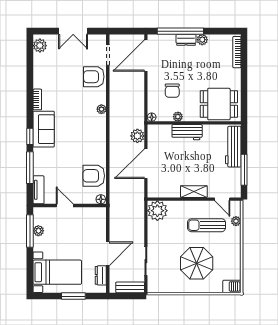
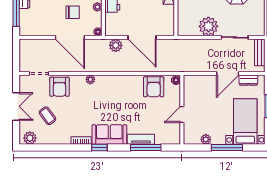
door: (146, 56) -> (70, 37), moved
coffee table: (63, 64) -> (47, 116), added
window: (30, 136) -> (99, 148), moved
tv unit: (38, 190) -> (141, 139), moved
plant: (157, 211) -> (208, 26), moved
window: (30, 231) -> (227, 148), moved
door: (108, 254) -> (228, 74), swing flipped

